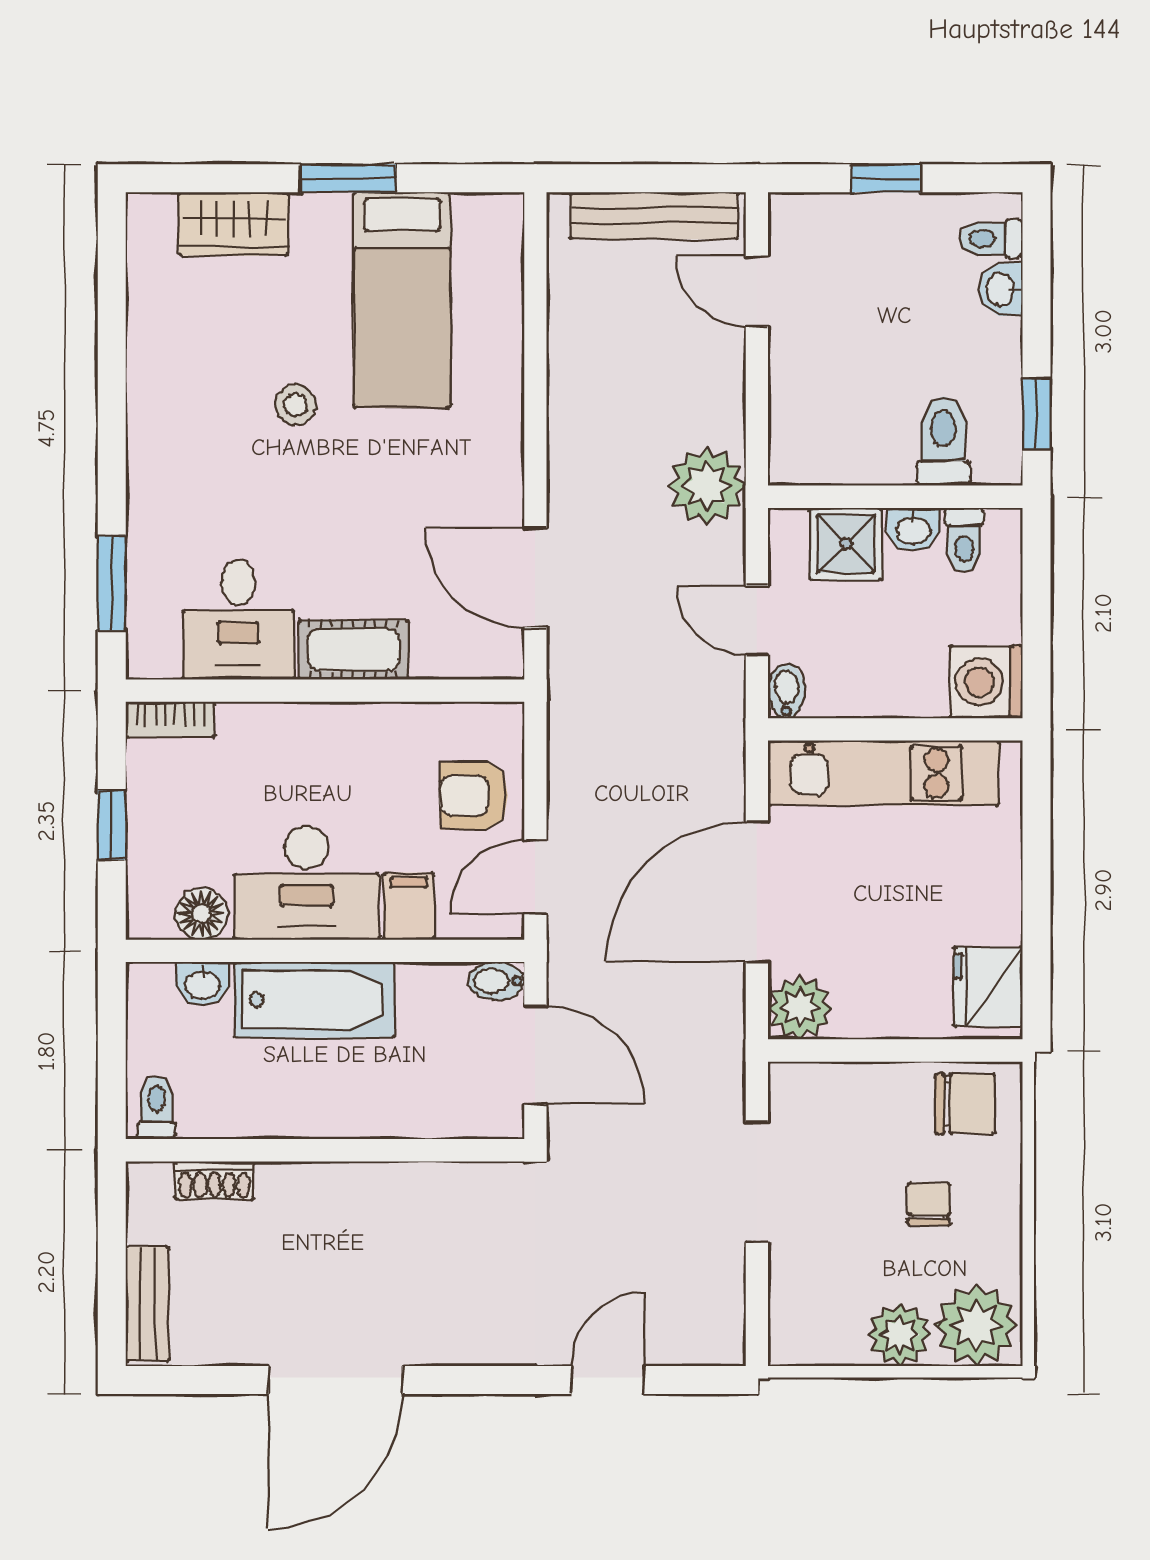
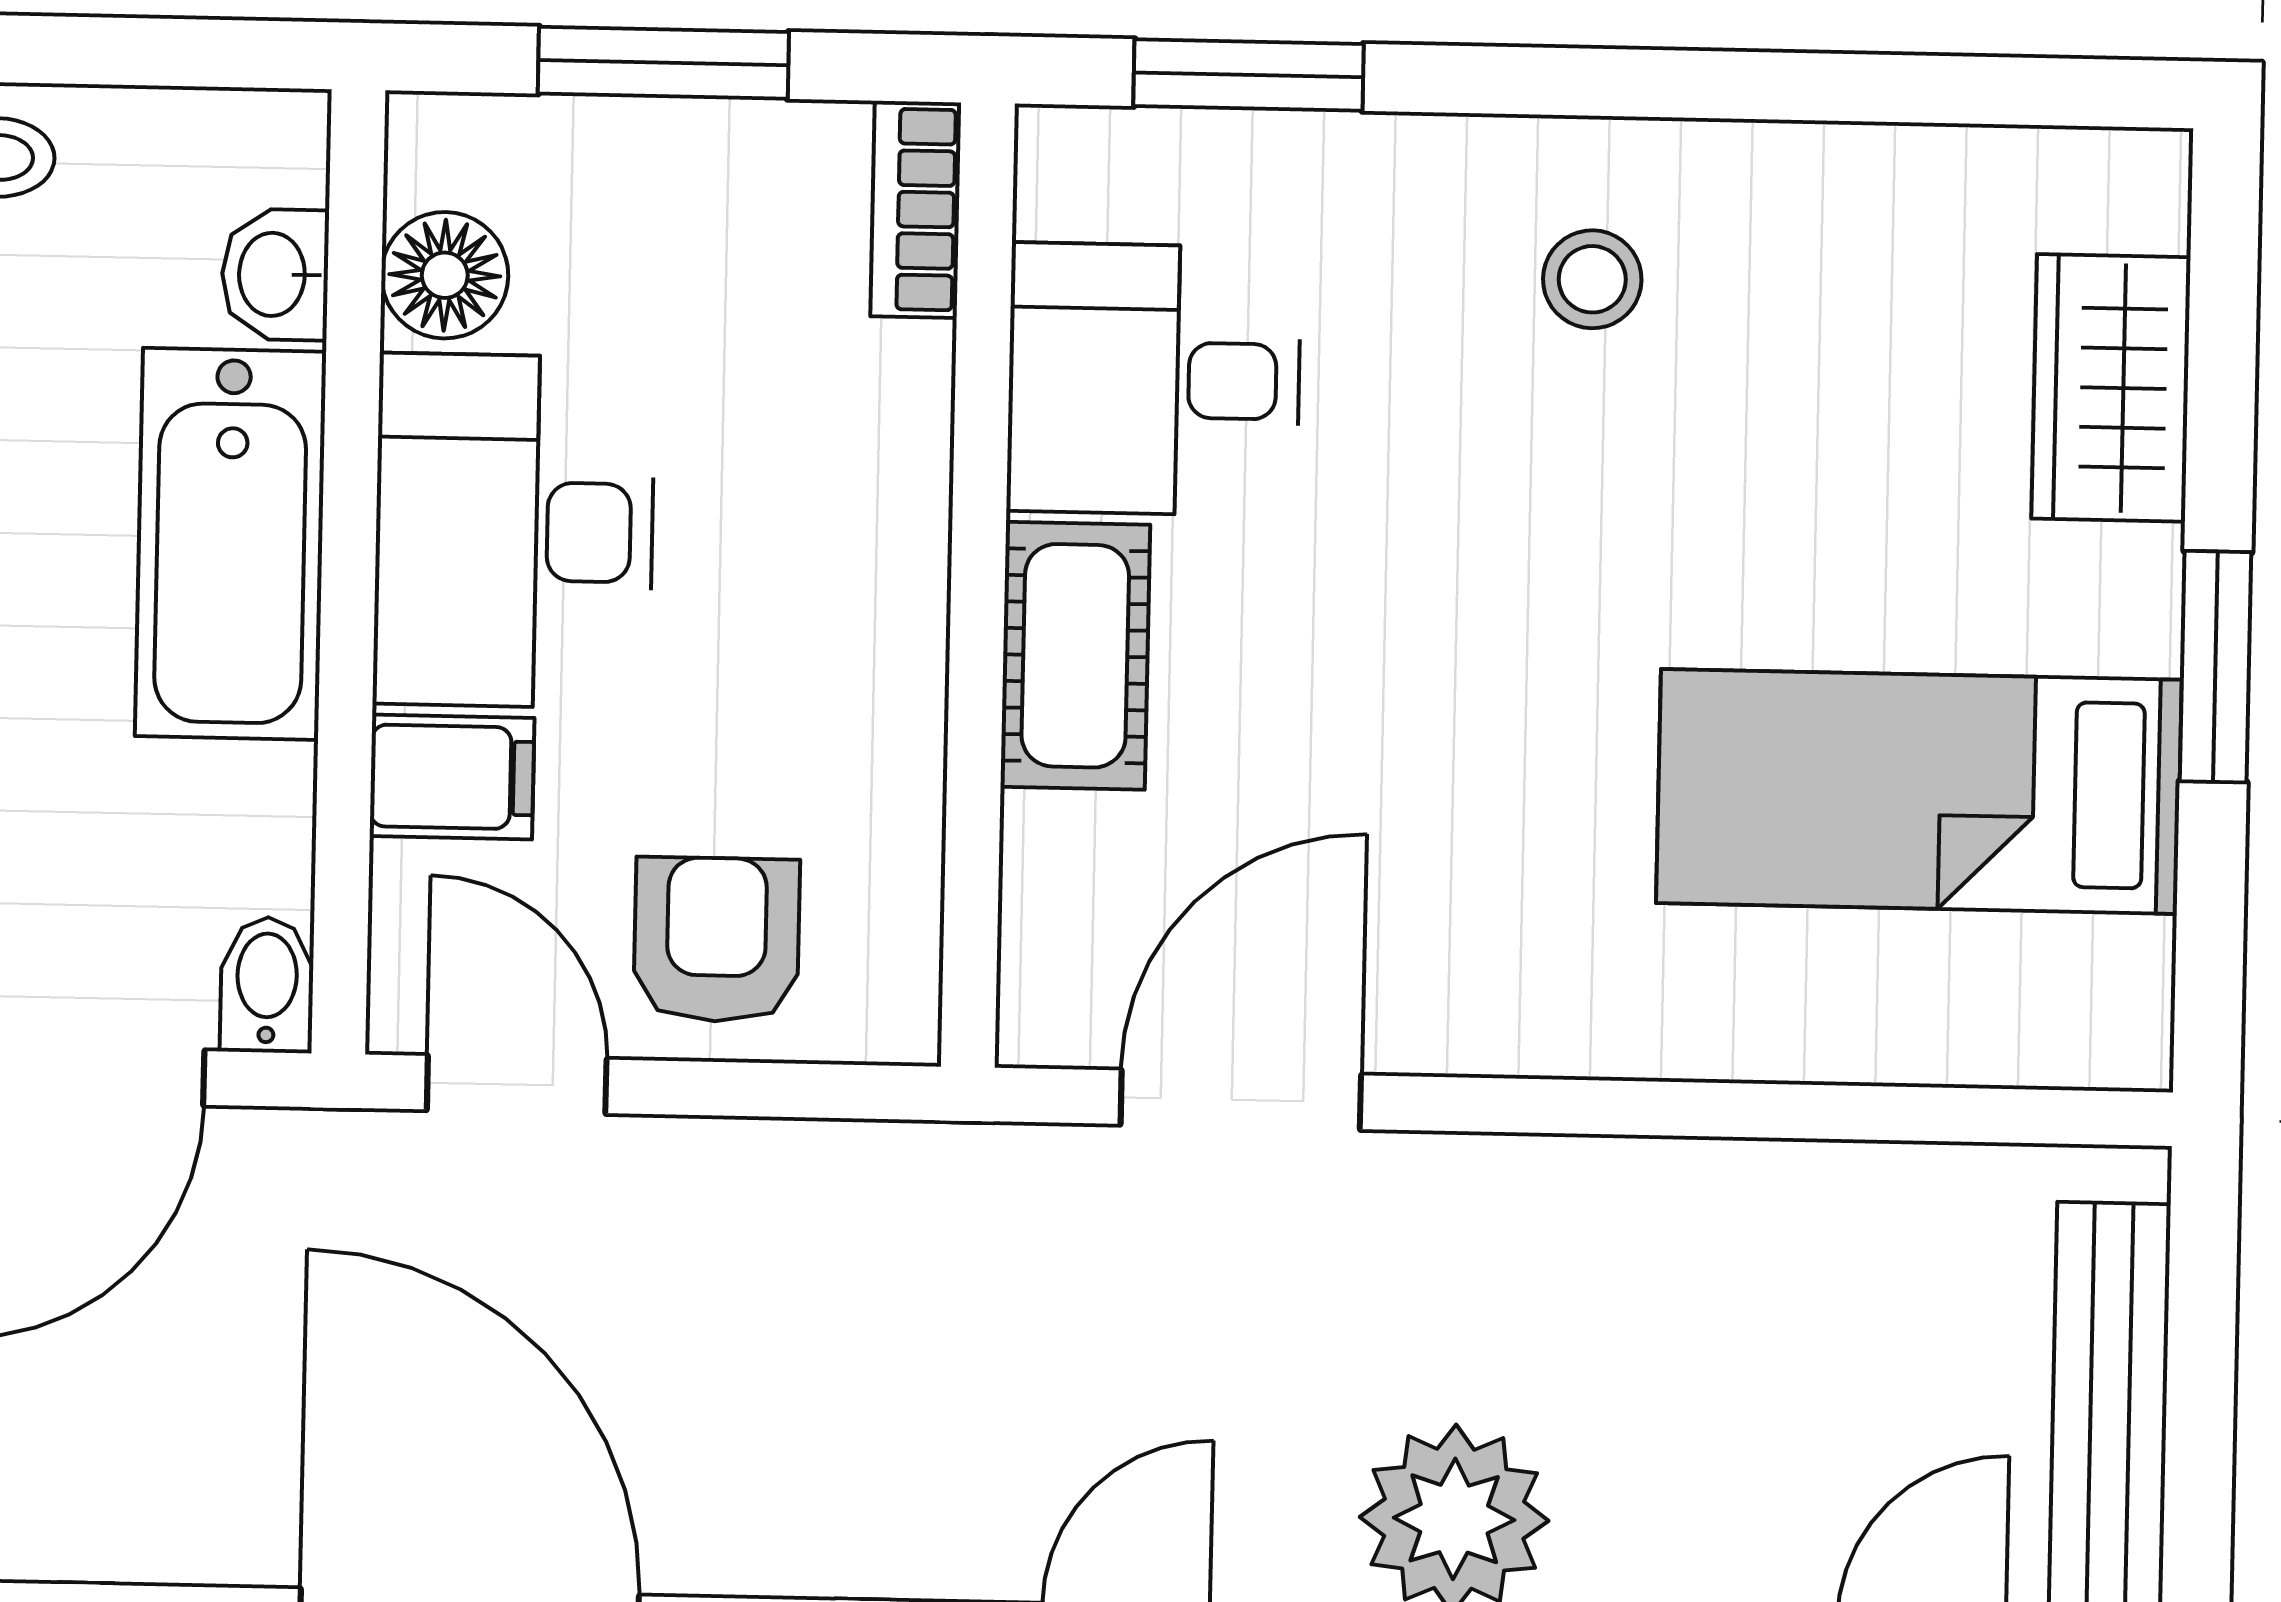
stool: (296, 405) -> (1592, 279), moved
window: (112, 825) -> (663, 63), width x1.50

